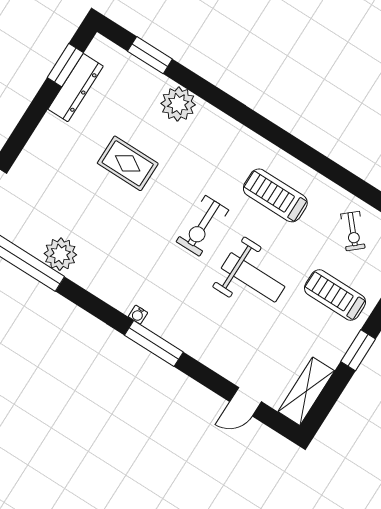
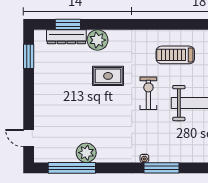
dresser: (76, 88) -> (66, 37), moved, turned 90
rug: (128, 163) -> (108, 76), moved
exercise bike: (202, 226) -> (148, 93), turned 180

